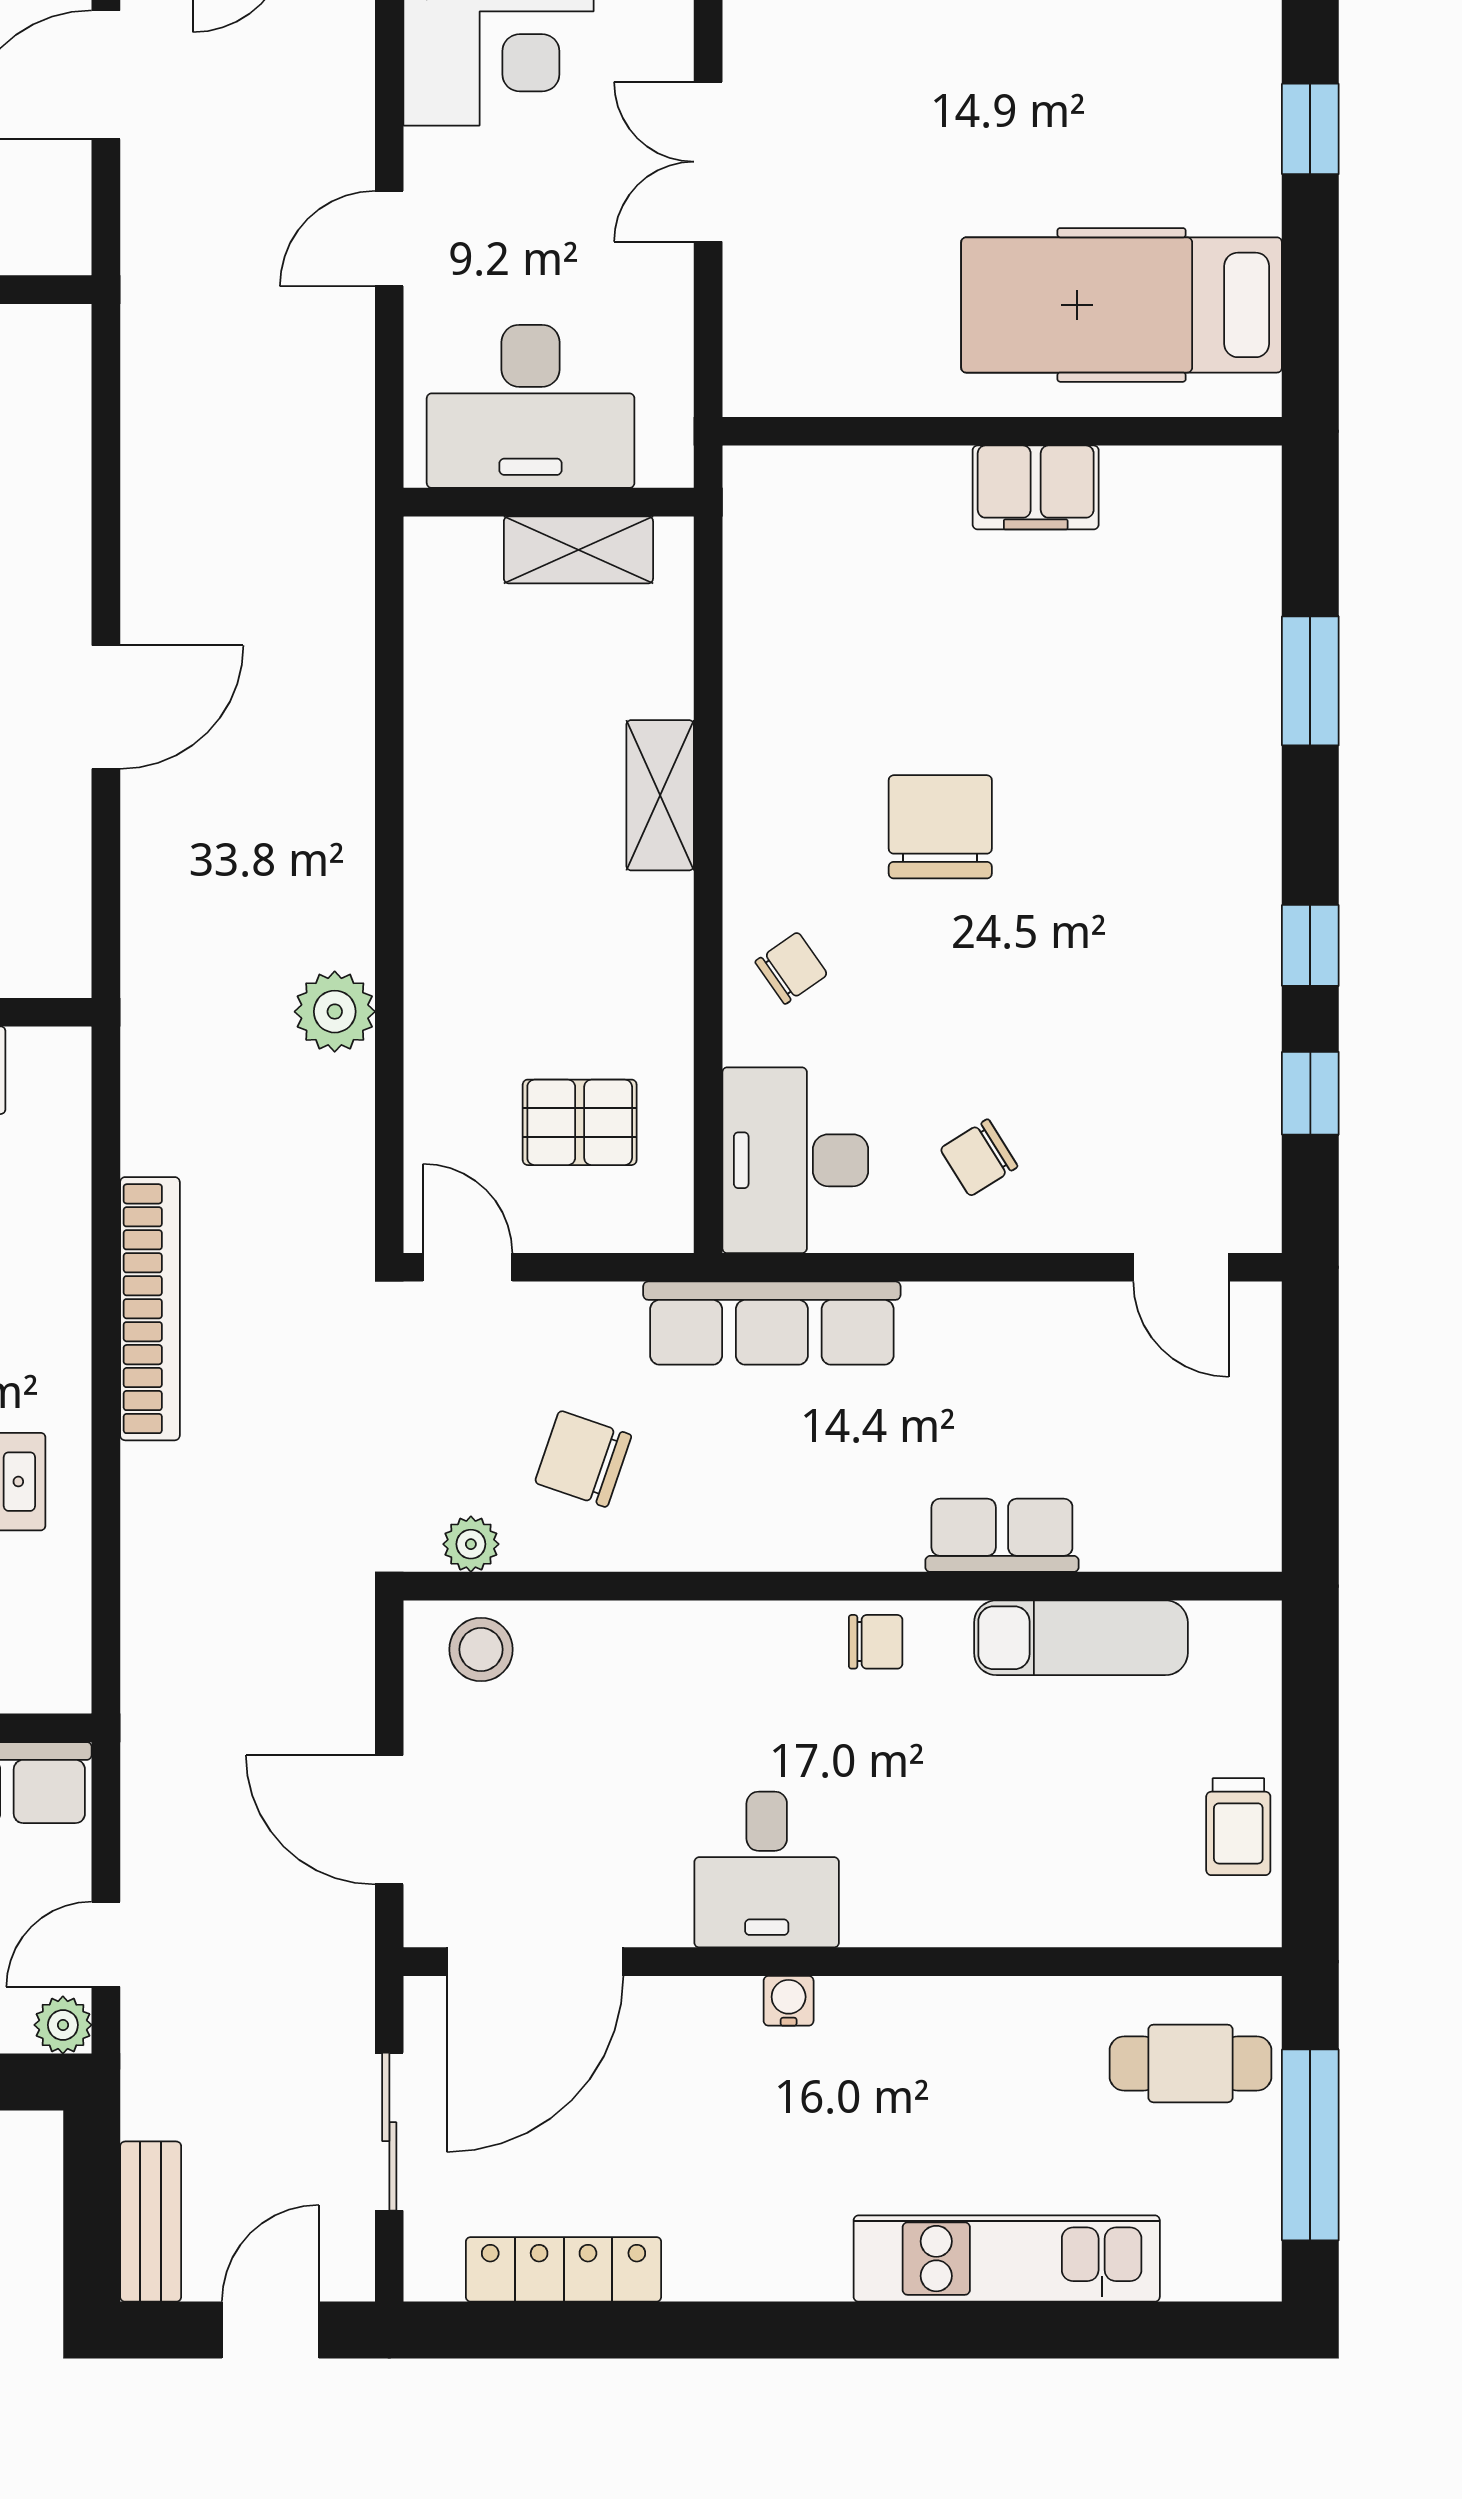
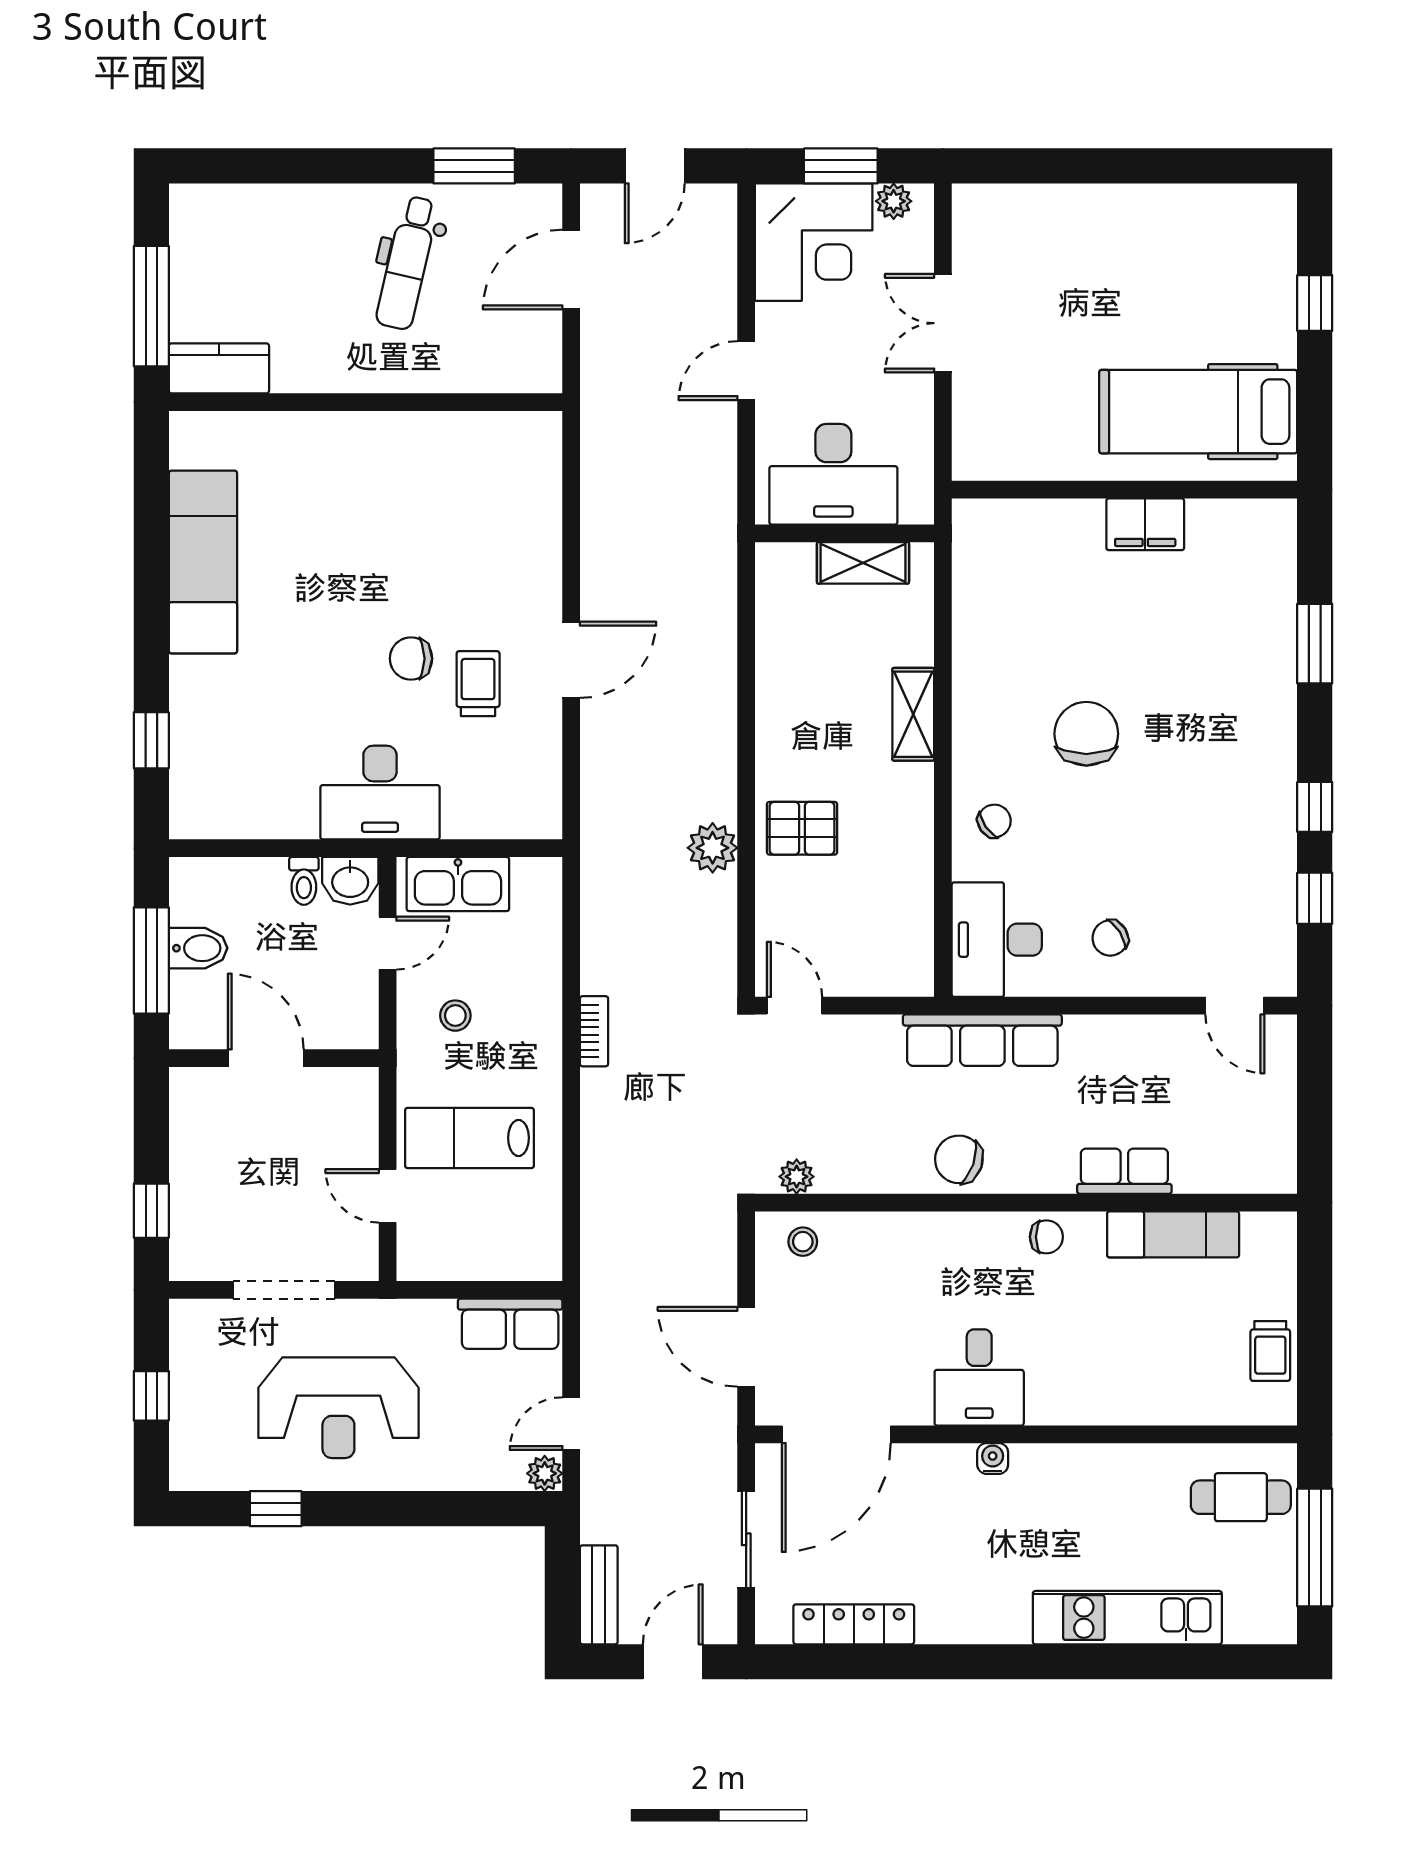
pallet: (580, 1122) -> (802, 828), moved
bookcase: (150, 1309) -> (594, 1031), width x0.43, depth x0.76
chair: (583, 1459) -> (959, 1159), moved
stool: (481, 1649) -> (803, 1242), width x0.73, depth x0.73

